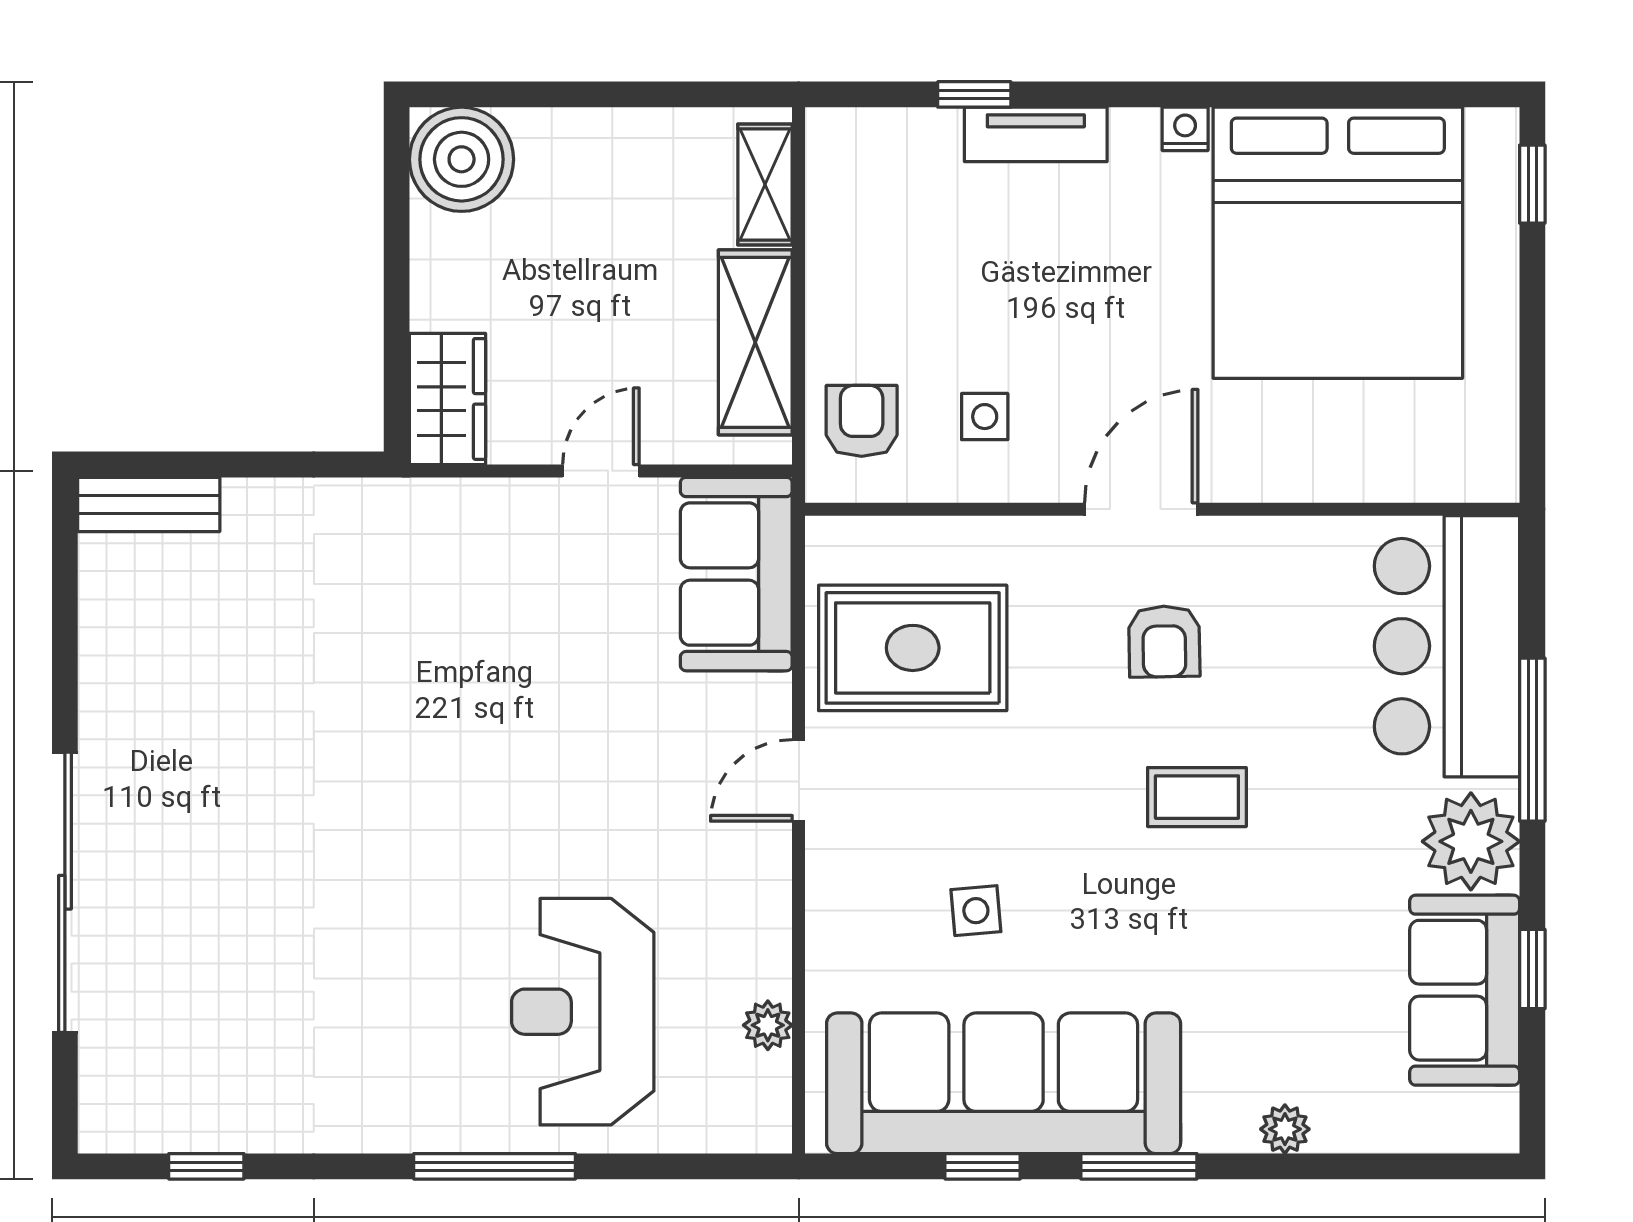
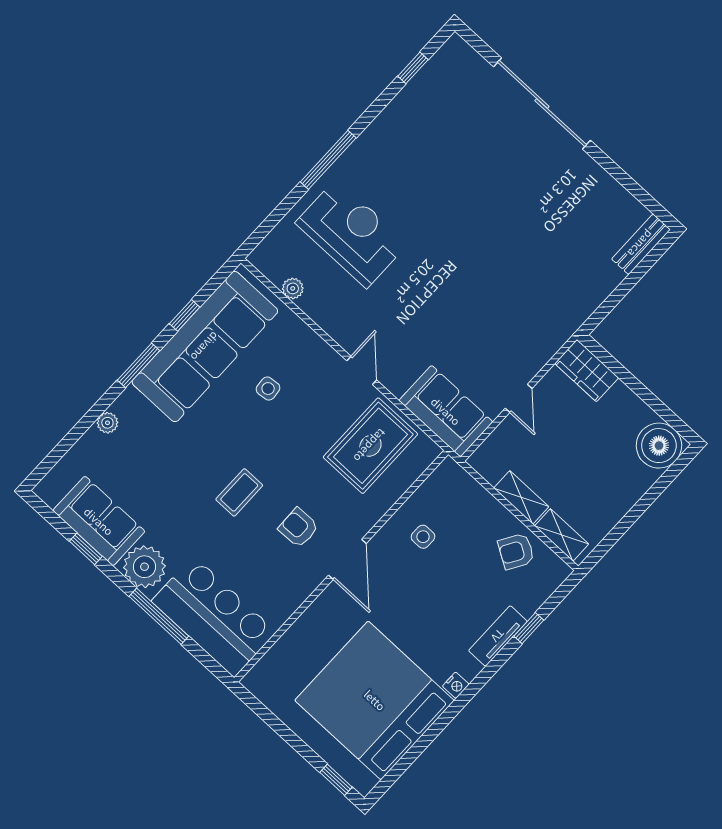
shelving: (755, 342) -> (521, 497), width x0.67, depth x0.75
armchair: (862, 421) -> (516, 551), moved, turned 121

